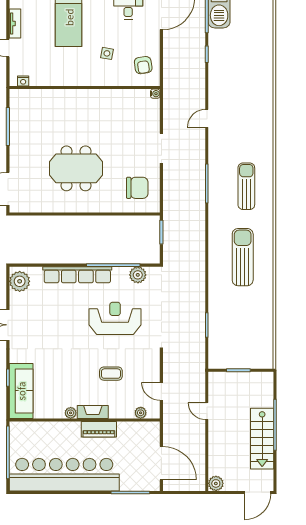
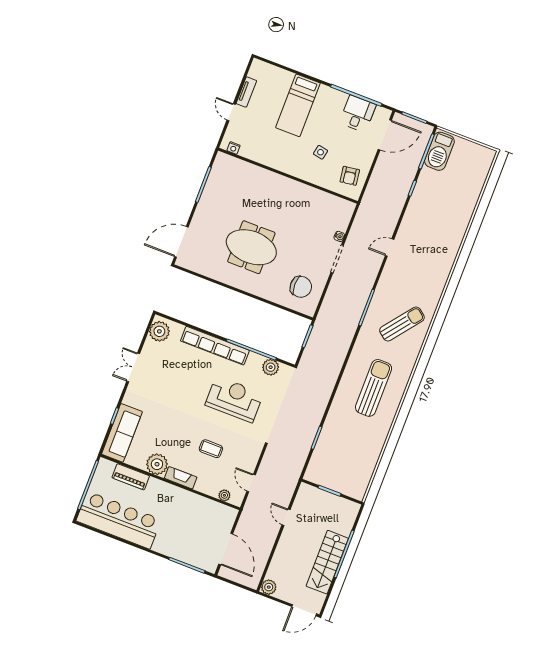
water cooler: (155, 94) -> (339, 236), moved
sun lounger: (246, 186) -> (402, 324), turned 38
plant: (71, 413) -> (157, 464), width x1.88, depth x1.88
piano: (99, 429) -> (131, 477), moved
bar counter: (64, 475) -> (119, 520), width x0.73

